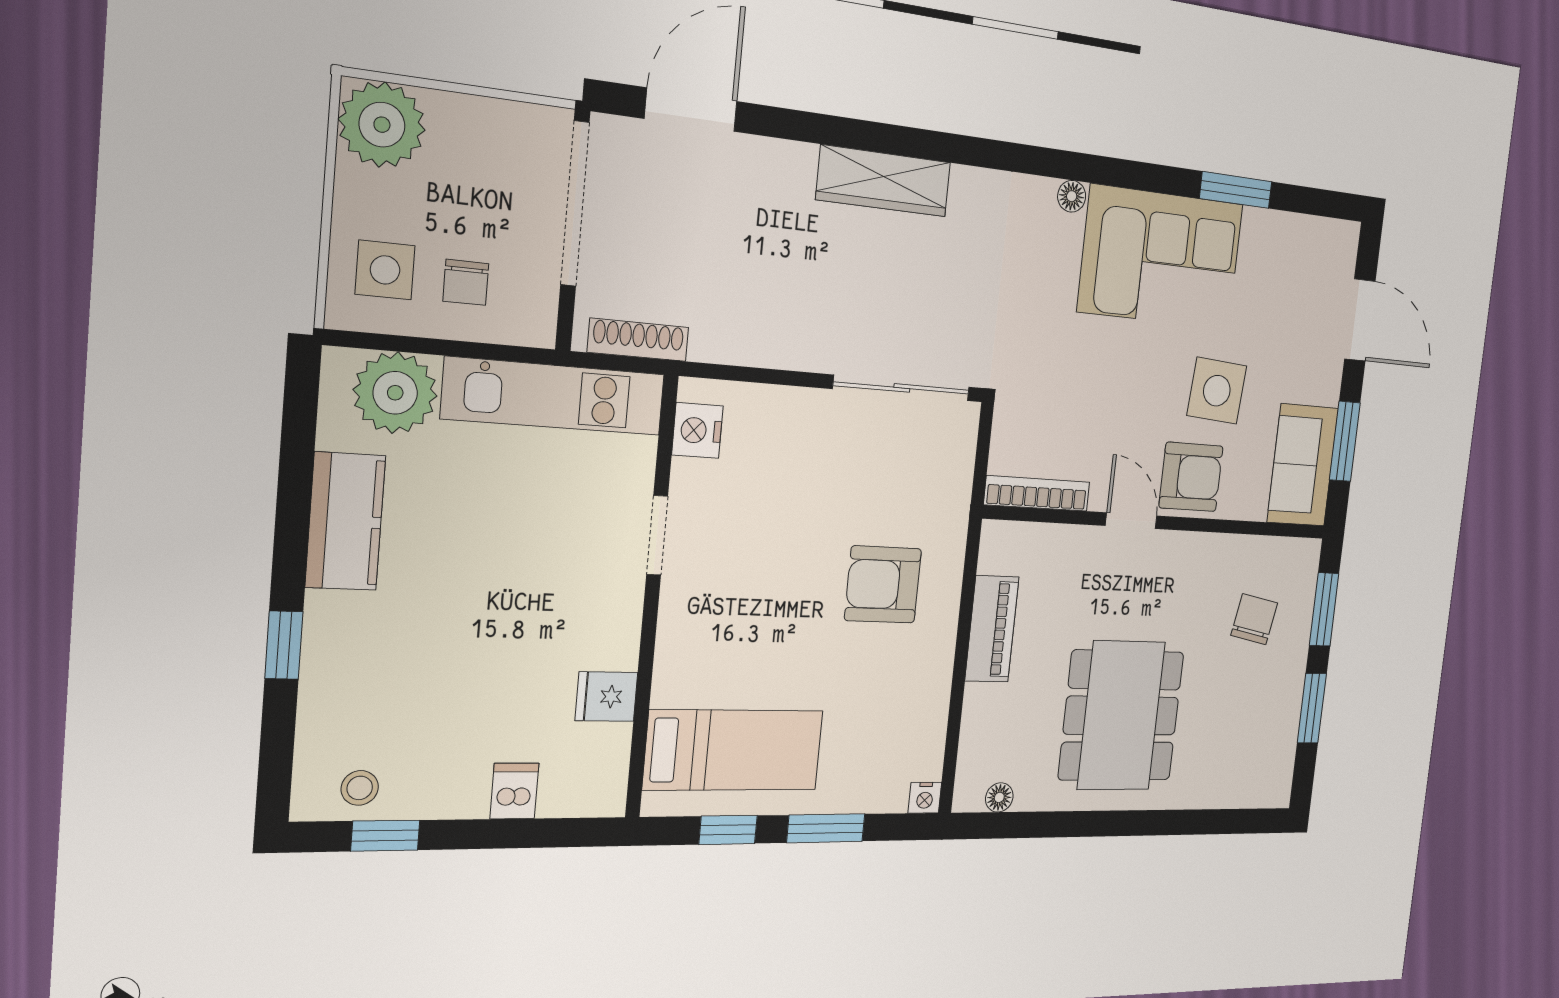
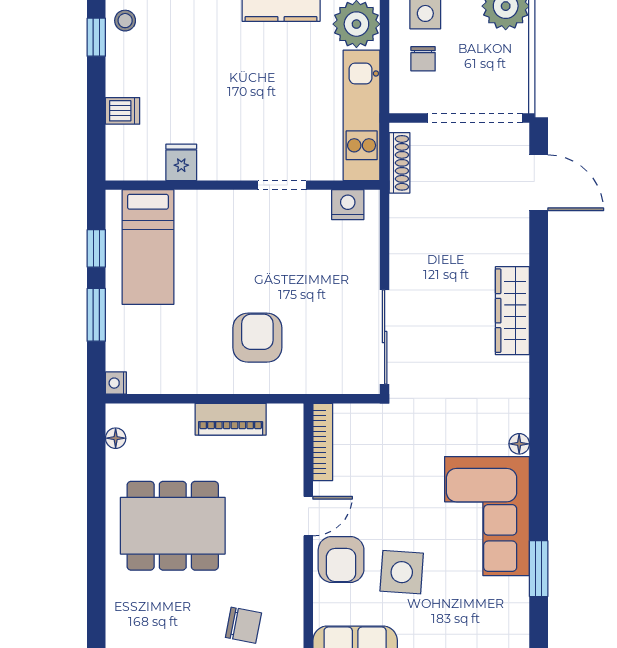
chair: (466, 282) -> (423, 59), turned -90

